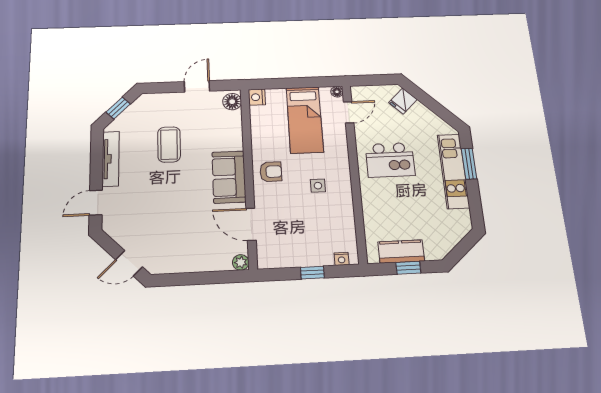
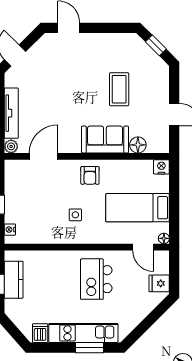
fridge: (403, 101) -> (159, 283), moved, turned -45
floor lamp: (232, 102) -> (138, 145), moved
coffee table: (169, 144) -> (119, 89), turned 90
tv unit: (111, 159) -> (11, 113), moved, turned -90
sofa: (229, 177) -> (105, 140), moved
dishwasher: (460, 218) -> (40, 333), added

